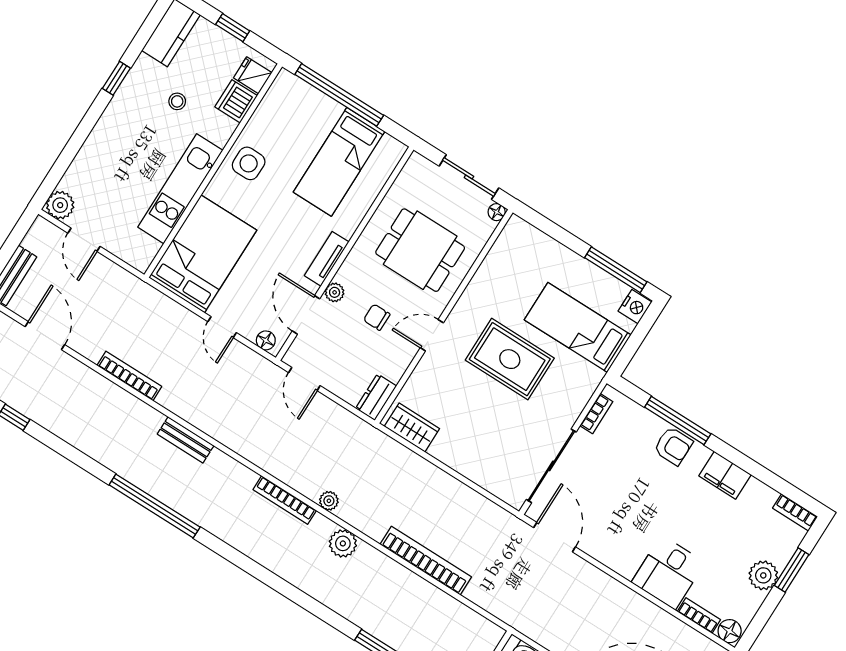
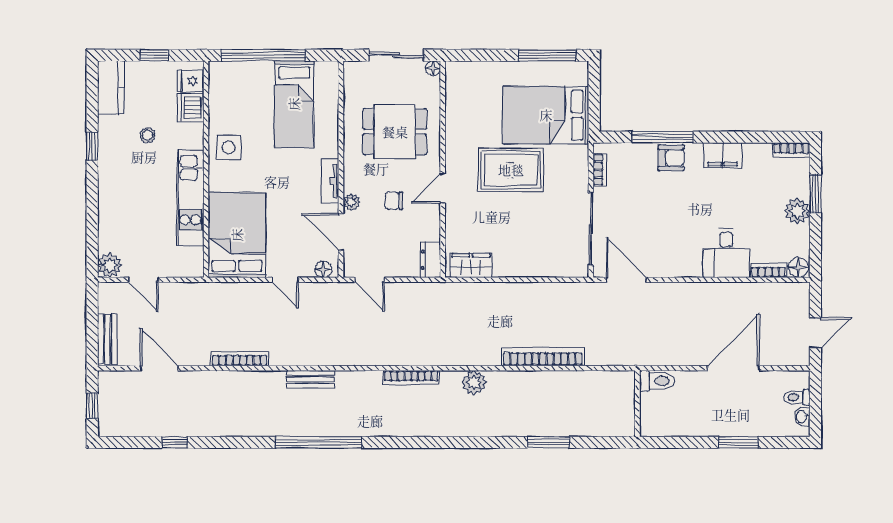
nightstand: (635, 307) -> (578, 73), removed
bed: (578, 327) -> (546, 115), width x1.50
plant: (329, 501) -> (444, 358), removed

